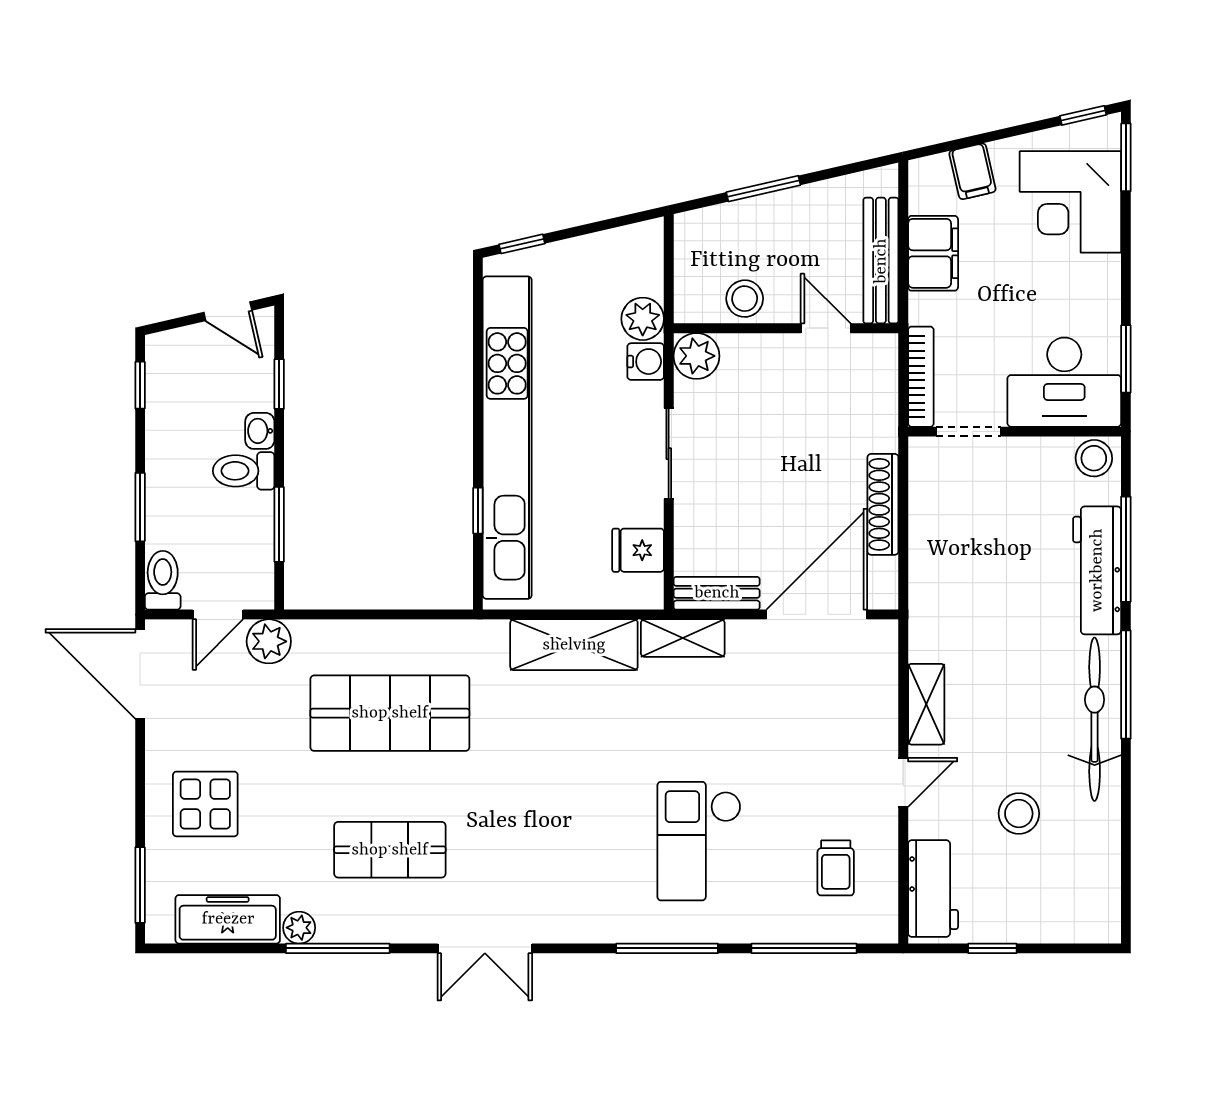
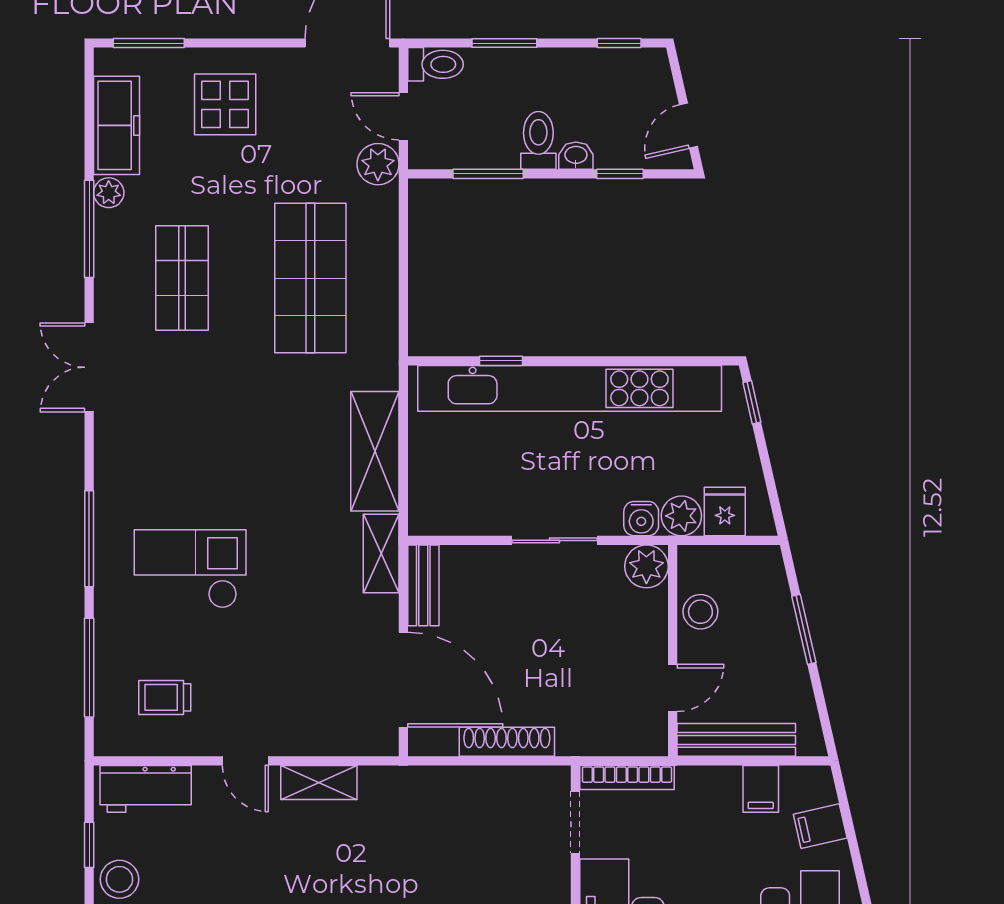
filing cabinet: (933, 253) -> (761, 789), width x0.50
fridge: (638, 550) -> (725, 512), moved
stool: (1019, 814) -> (119, 879), moved

